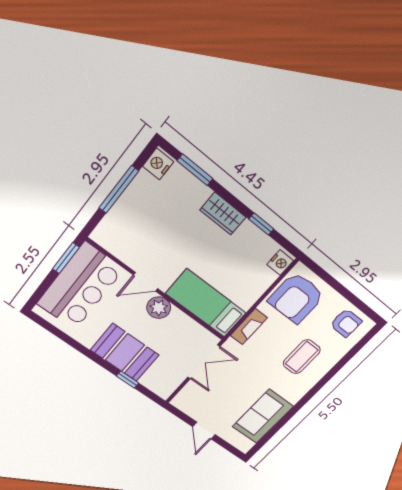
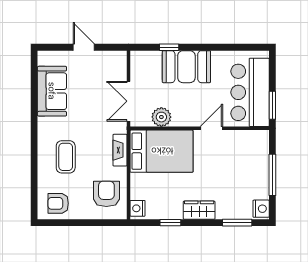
armchair: (296, 298) -> (106, 194), width x0.73, depth x0.73
bed: (206, 303) -> (162, 151), width x1.50
plant: (159, 308) -> (161, 117), moved

